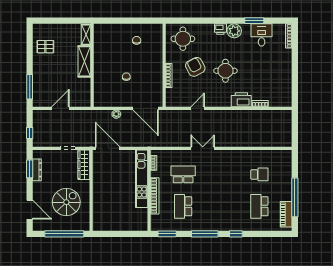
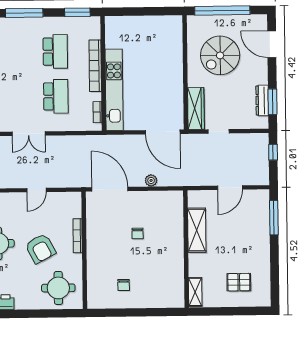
pallet: (45, 47) -> (239, 282), moved
shelving: (84, 61) -> (197, 230), moved
school desk: (183, 174) -> (56, 96), turned -90

